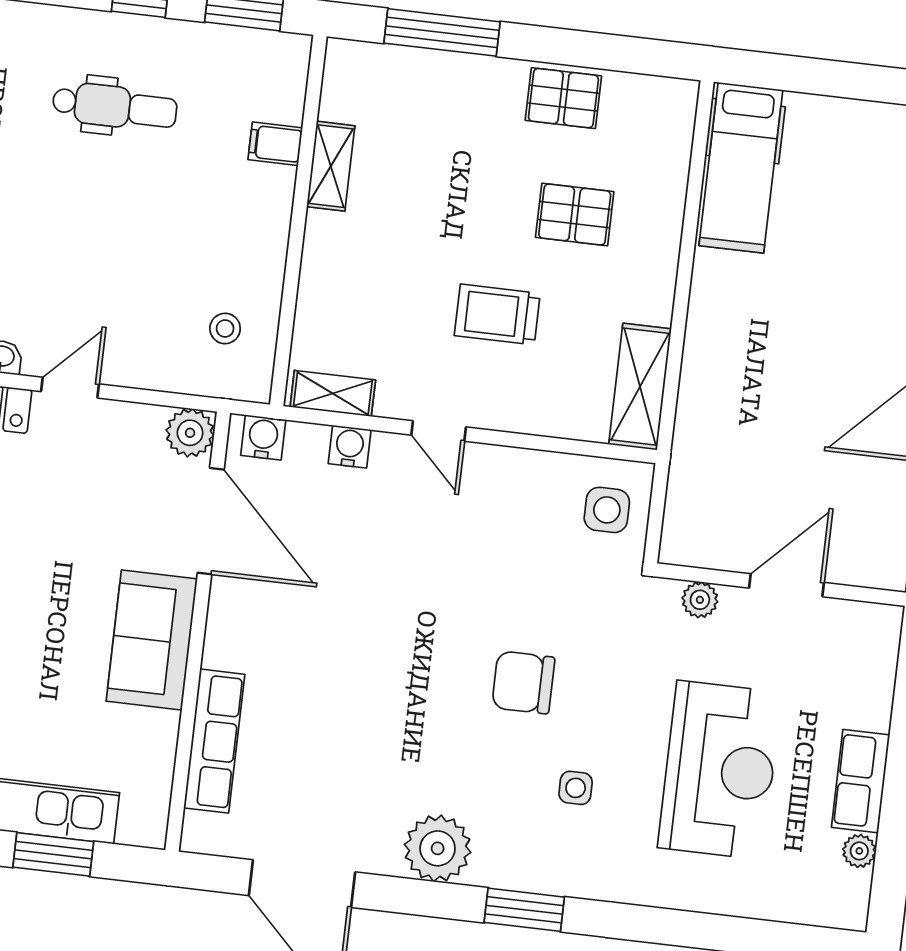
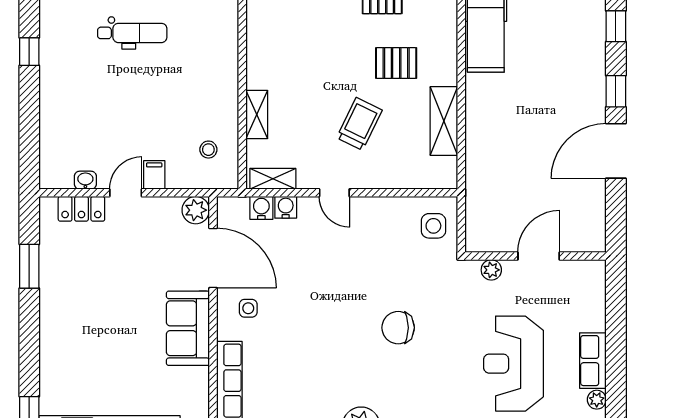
filing cabinet: (275, 144) -> (154, 175), moved, turned 90
shelving: (331, 166) -> (257, 115), moved
trolley: (497, 315) -> (359, 124), turned 116
shelving: (640, 387) -> (444, 121), moved
water cooler: (263, 437) -> (261, 208), moved
reception desk: (720, 770) -> (514, 364), turned 180
side table: (576, 788) -> (248, 308), moved

